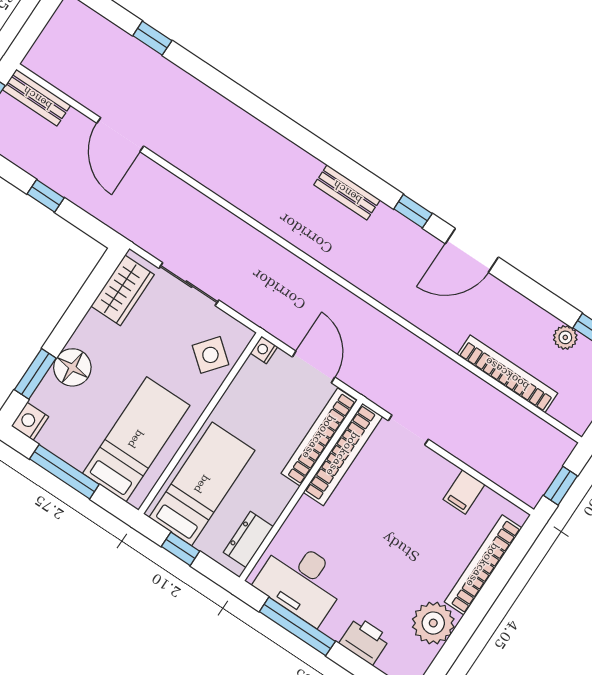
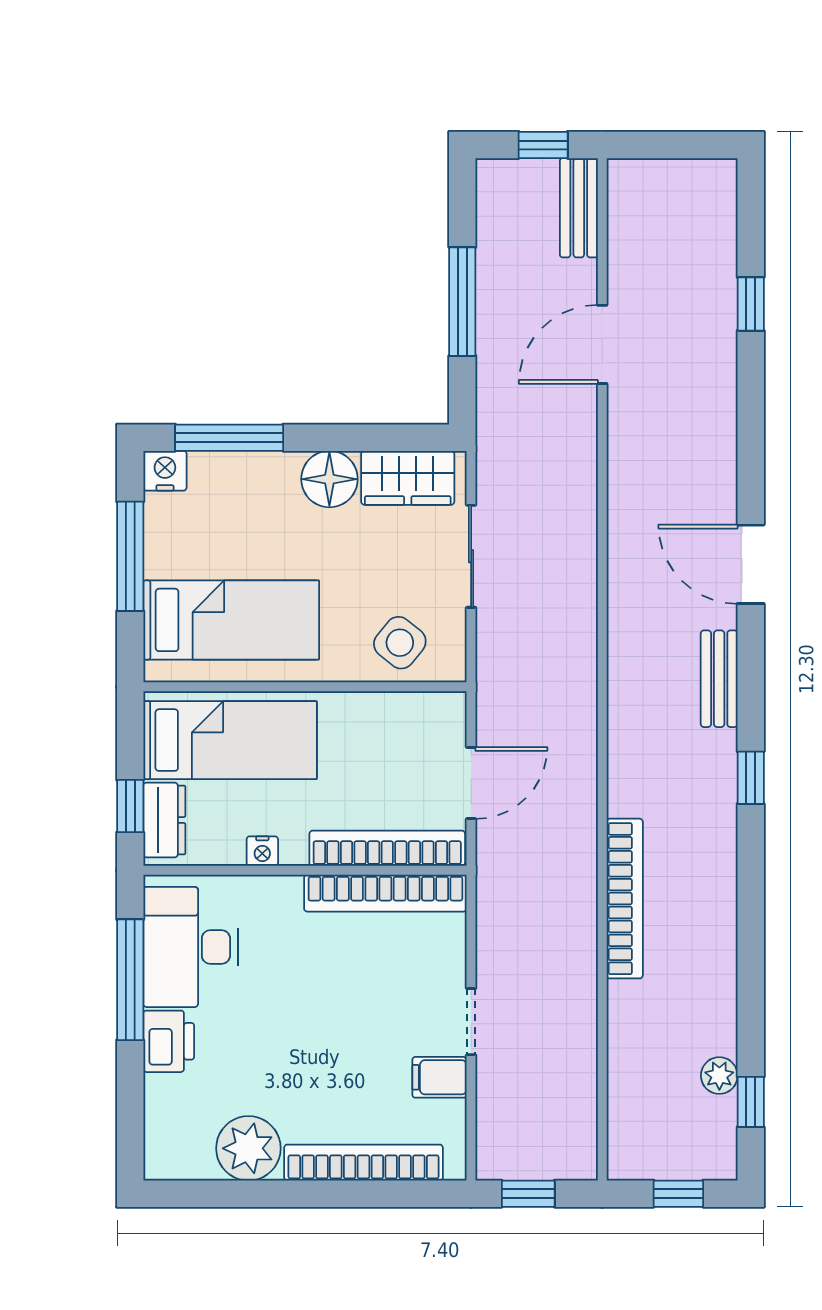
window: (46, 196) -> (462, 302), width x2.17
door: (472, 250) -> (751, 564), moved
nightstand: (264, 350) -> (262, 851), moved, turned 180
floor lamp: (72, 367) -> (329, 479), moved
window: (35, 374) -> (229, 438), width x1.44
bookcase: (507, 374) -> (625, 899), moved
doorway: (408, 430) -> (471, 1022), moved
dresser: (248, 539) -> (164, 820), moved, turned 90
window: (181, 549) -> (130, 806), moved
printer: (365, 641) -> (169, 1041), moved

